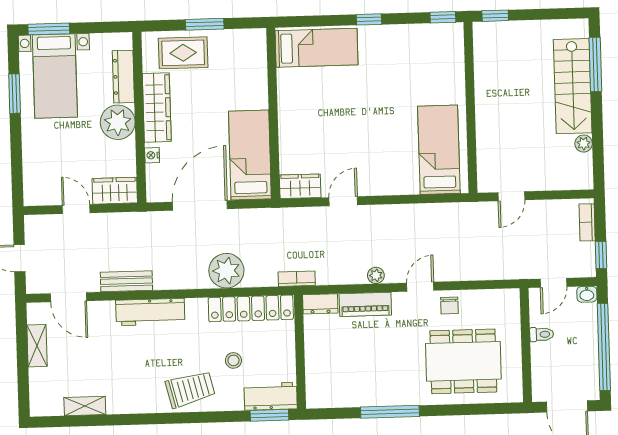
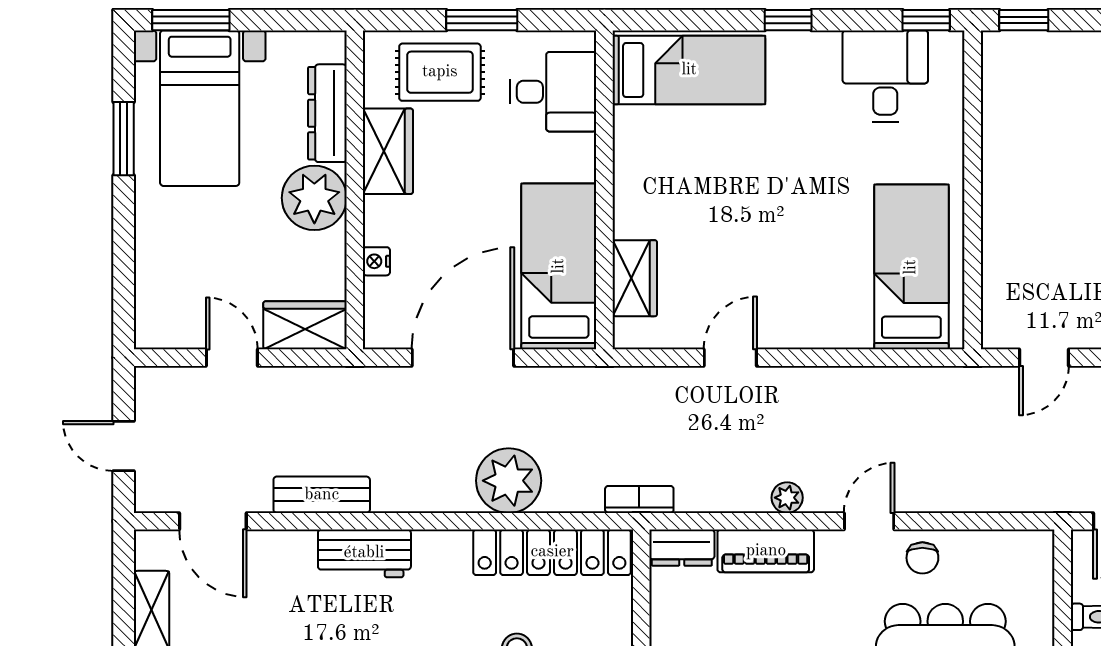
desk: (422, 48) -> (885, 76), added
desk: (244, 62) -> (553, 92), added
wardrobe: (157, 108) -> (388, 151), width x0.67
wardrobe: (300, 186) -> (635, 278), moved, turned 90
workbench: (150, 312) -> (364, 553), width x0.73

